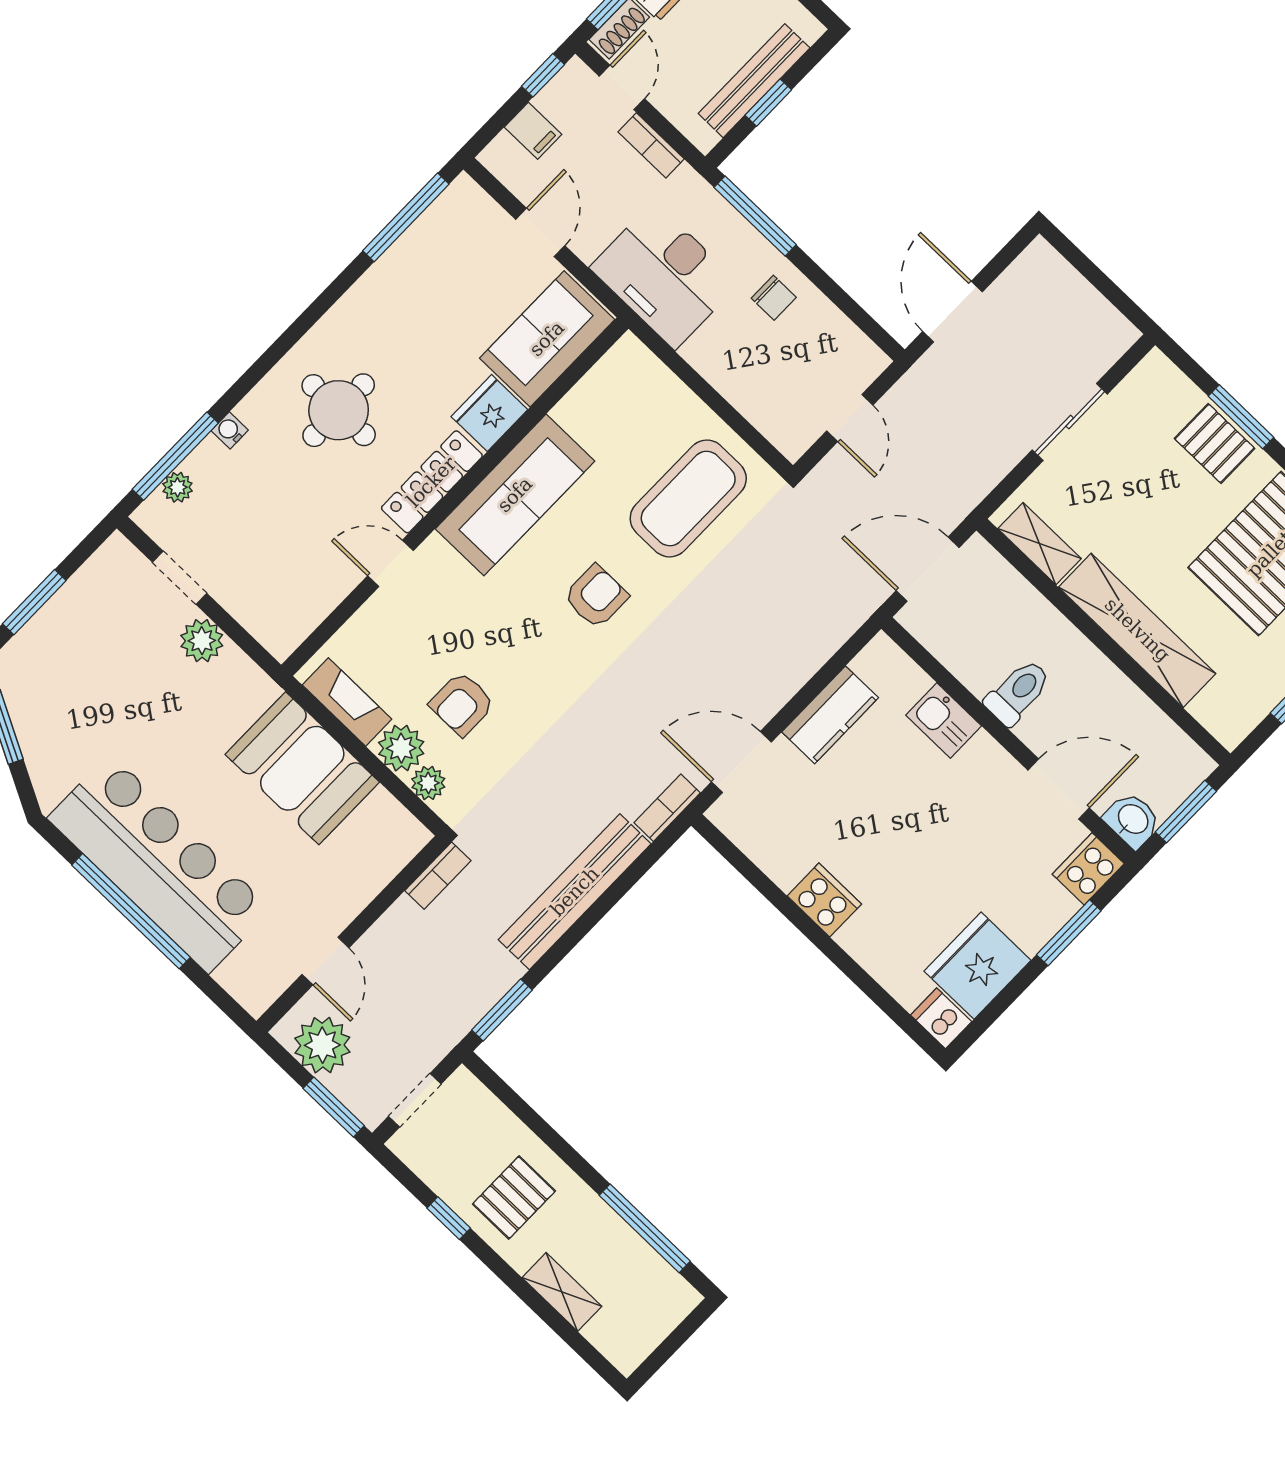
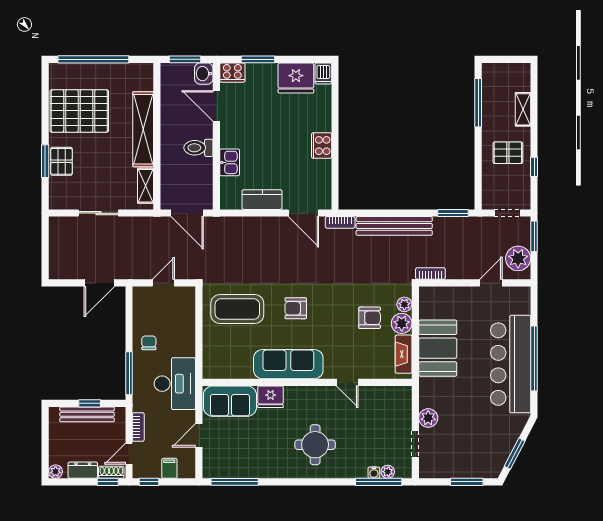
water cooler: (230, 430) -> (374, 473), moved
locker: (432, 482) -> (309, 394), removed

